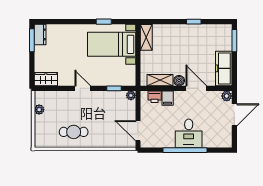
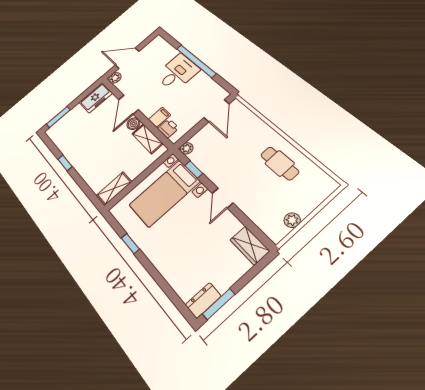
bed with nightstands: (112, 44) -> (165, 193), moved, turned 90
freezer: (224, 68) -> (96, 98), width x0.71

